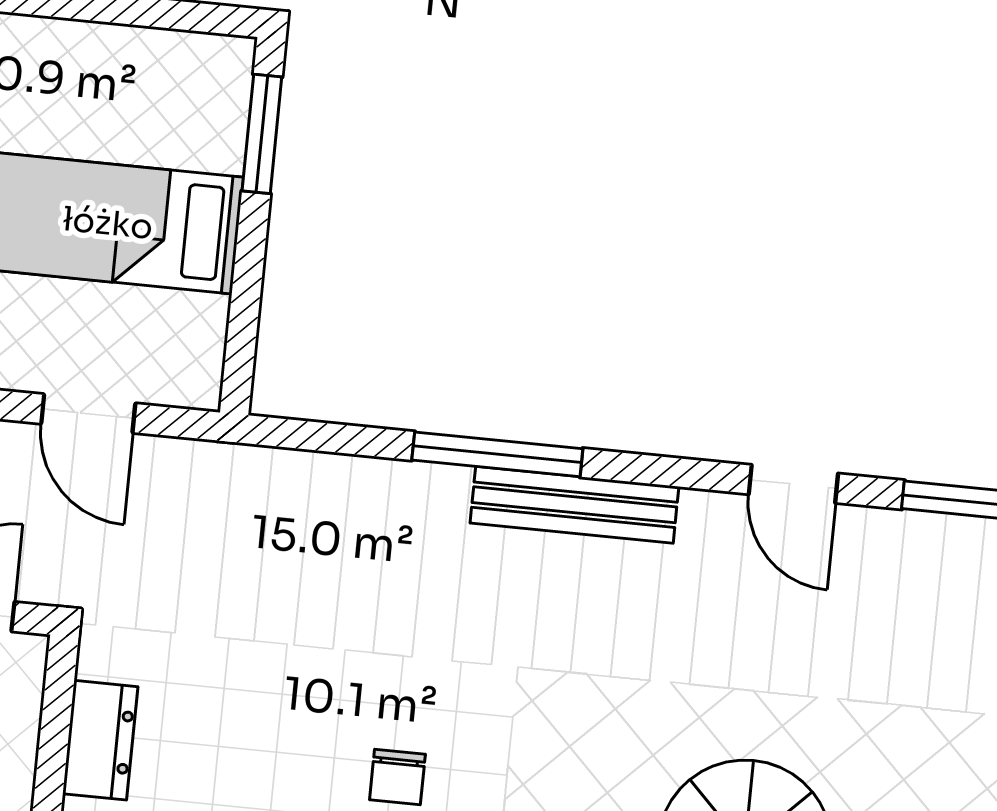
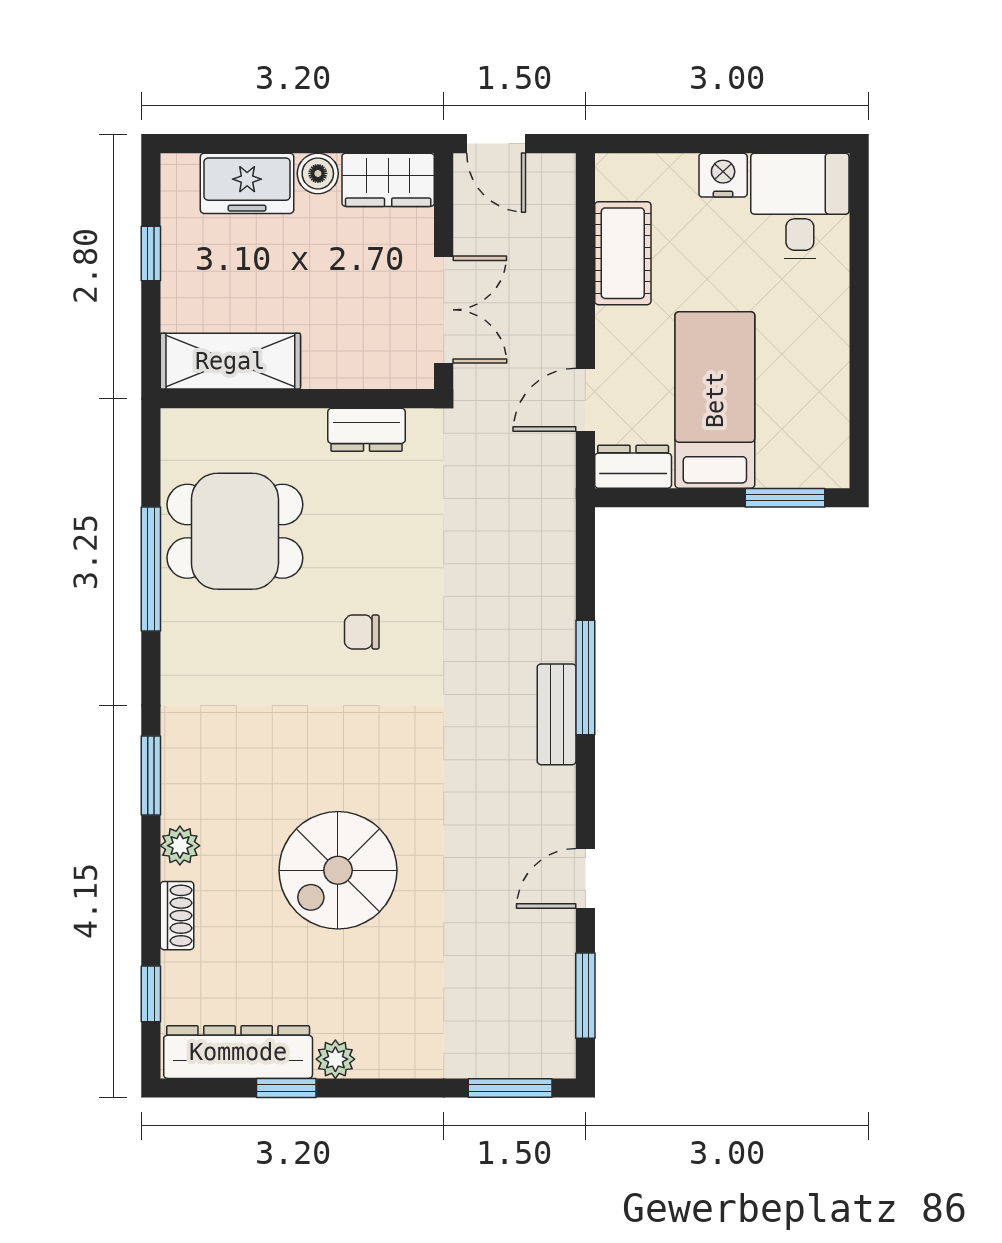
dresser: (194, 353) -> (633, 467), added
bench: (574, 505) -> (557, 714), width x0.73

